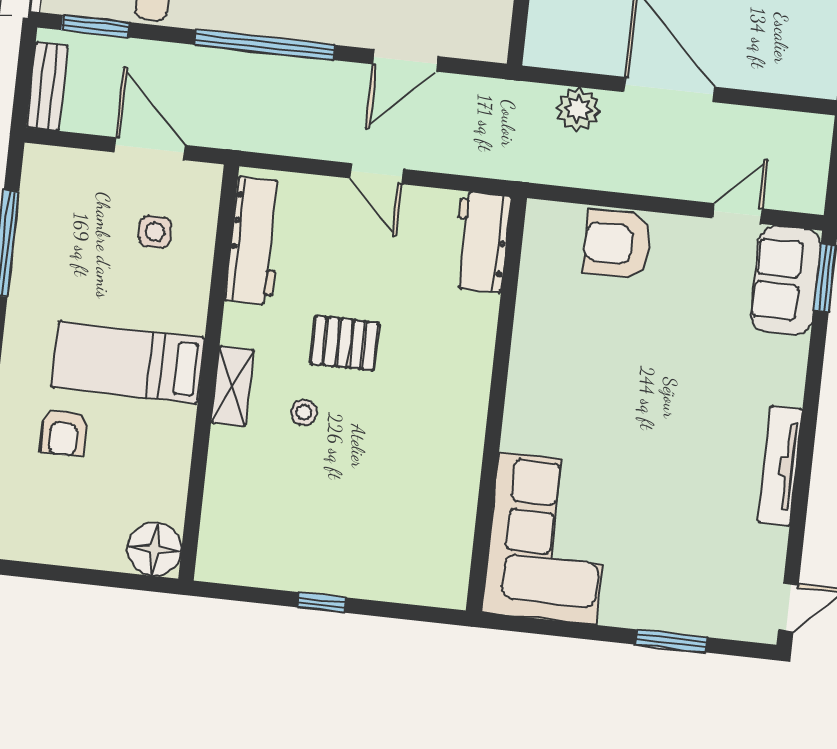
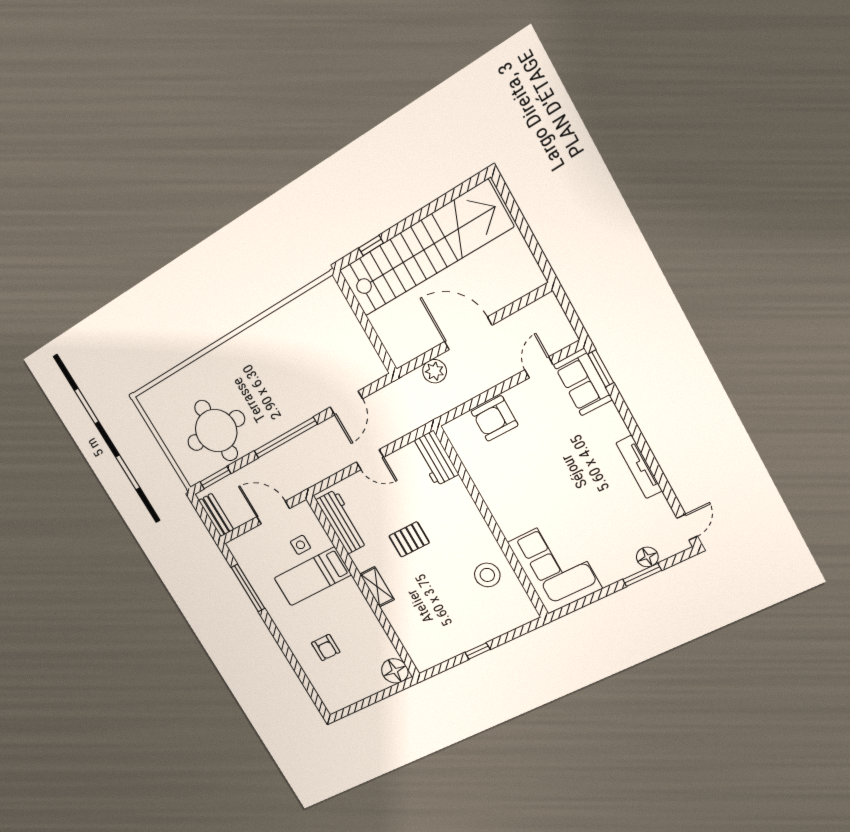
bed: (128, 362) -> (313, 576), moved
stool: (304, 412) -> (487, 575), moved, width x1.89, depth x1.89
floor lamp: (698, 617) -> (647, 557), added

